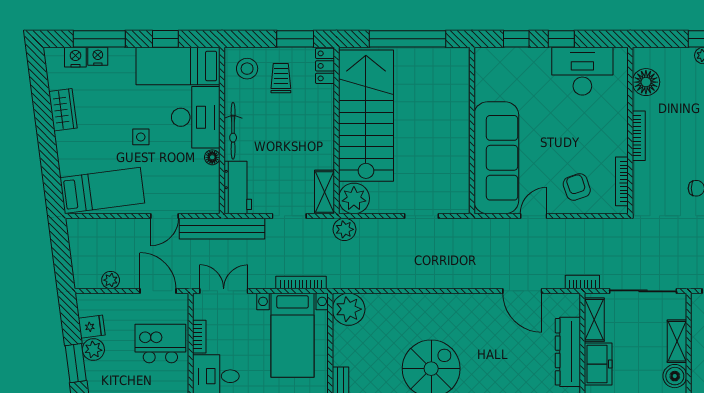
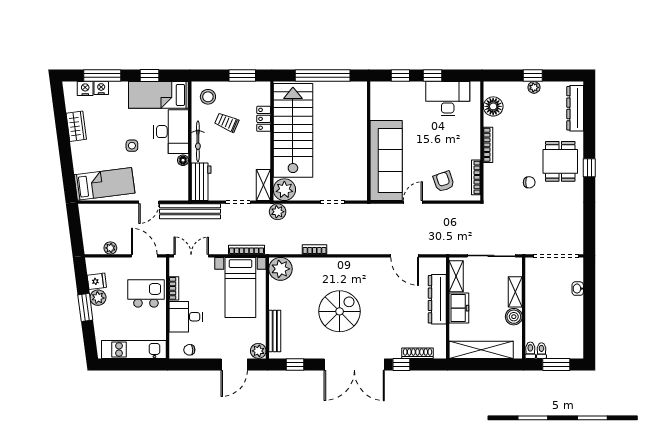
locker: (325, 66) -> (264, 119), moved
trolley: (281, 78) -> (227, 122), moved, turned -67
bookcase: (582, 282) -> (315, 249), moved

